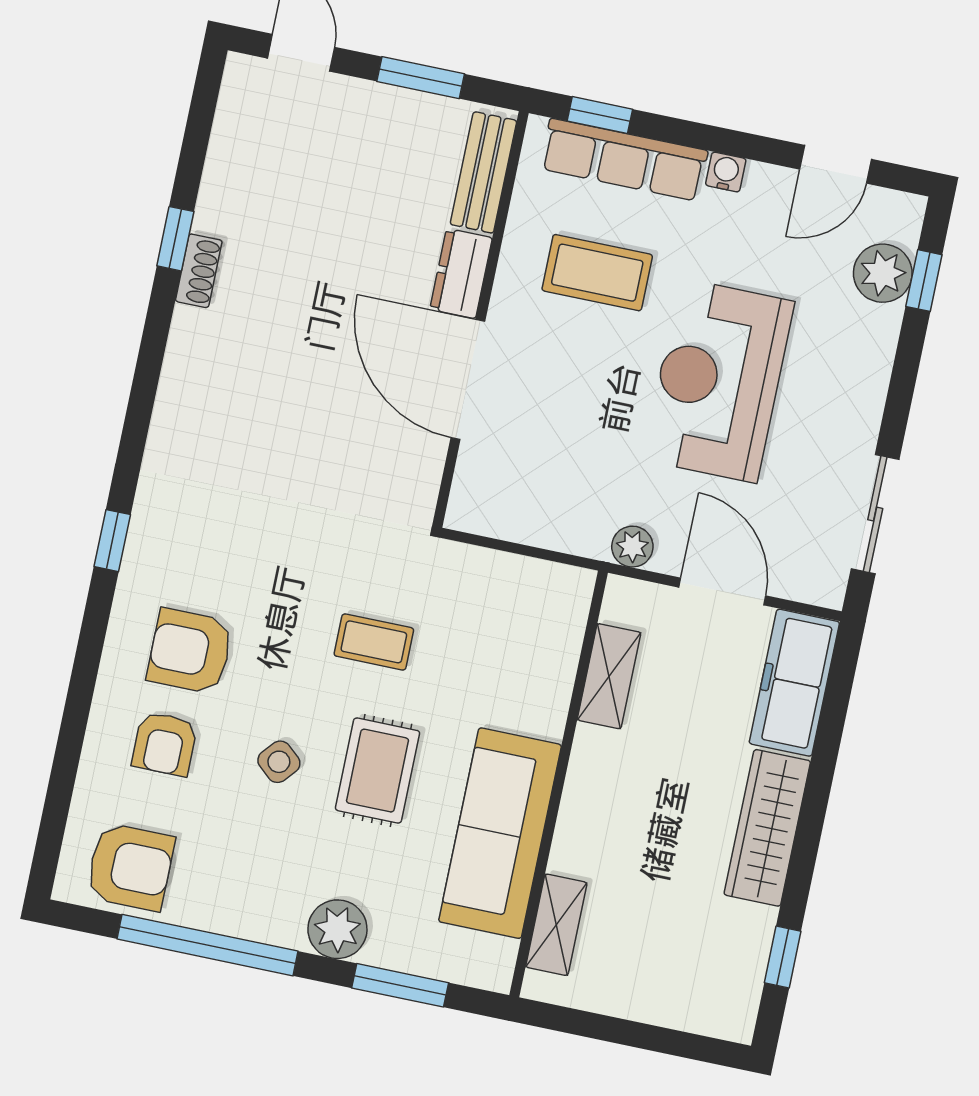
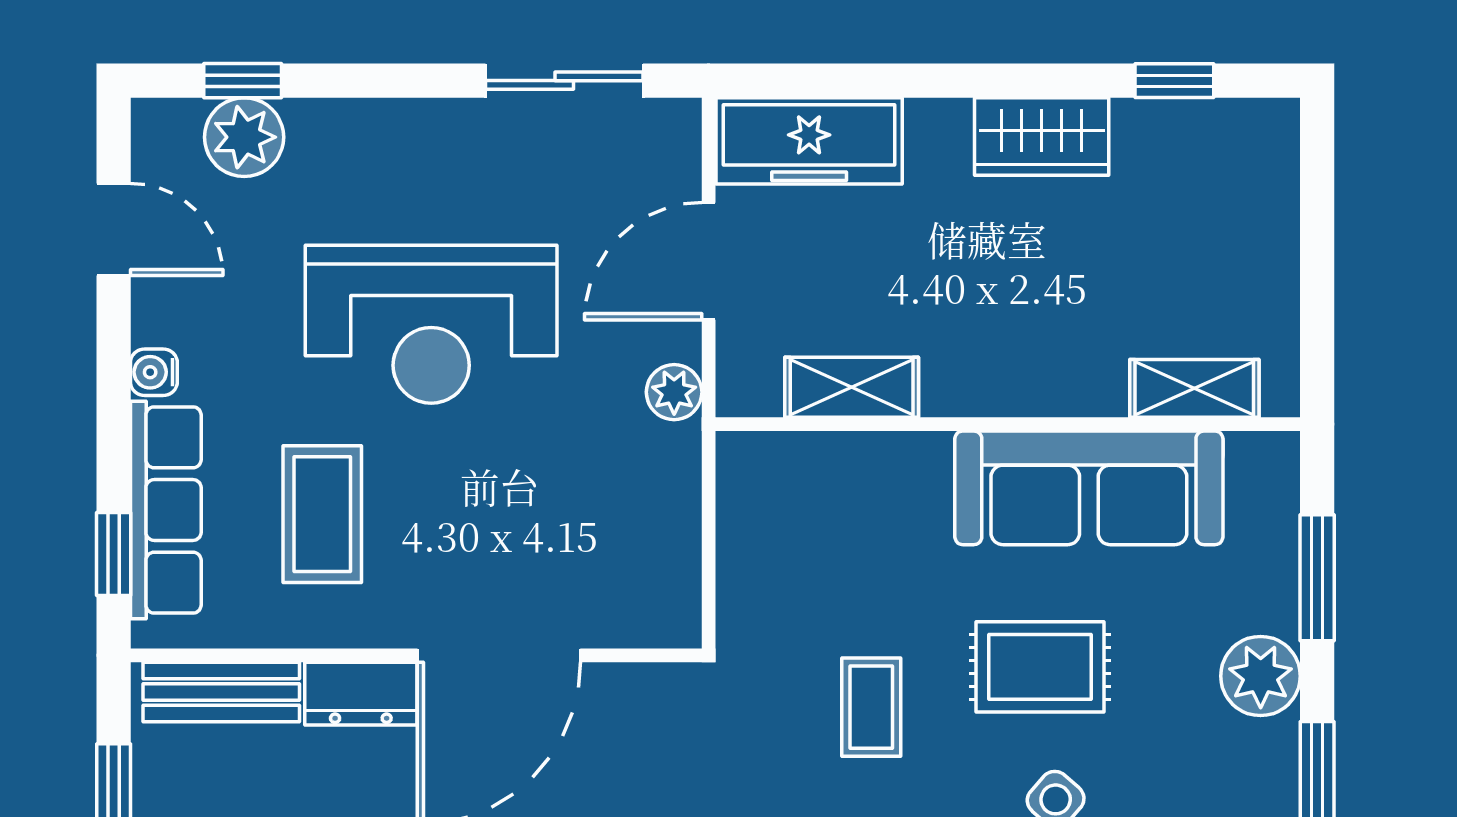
wardrobe: (767, 828) -> (1042, 137), width x0.67

